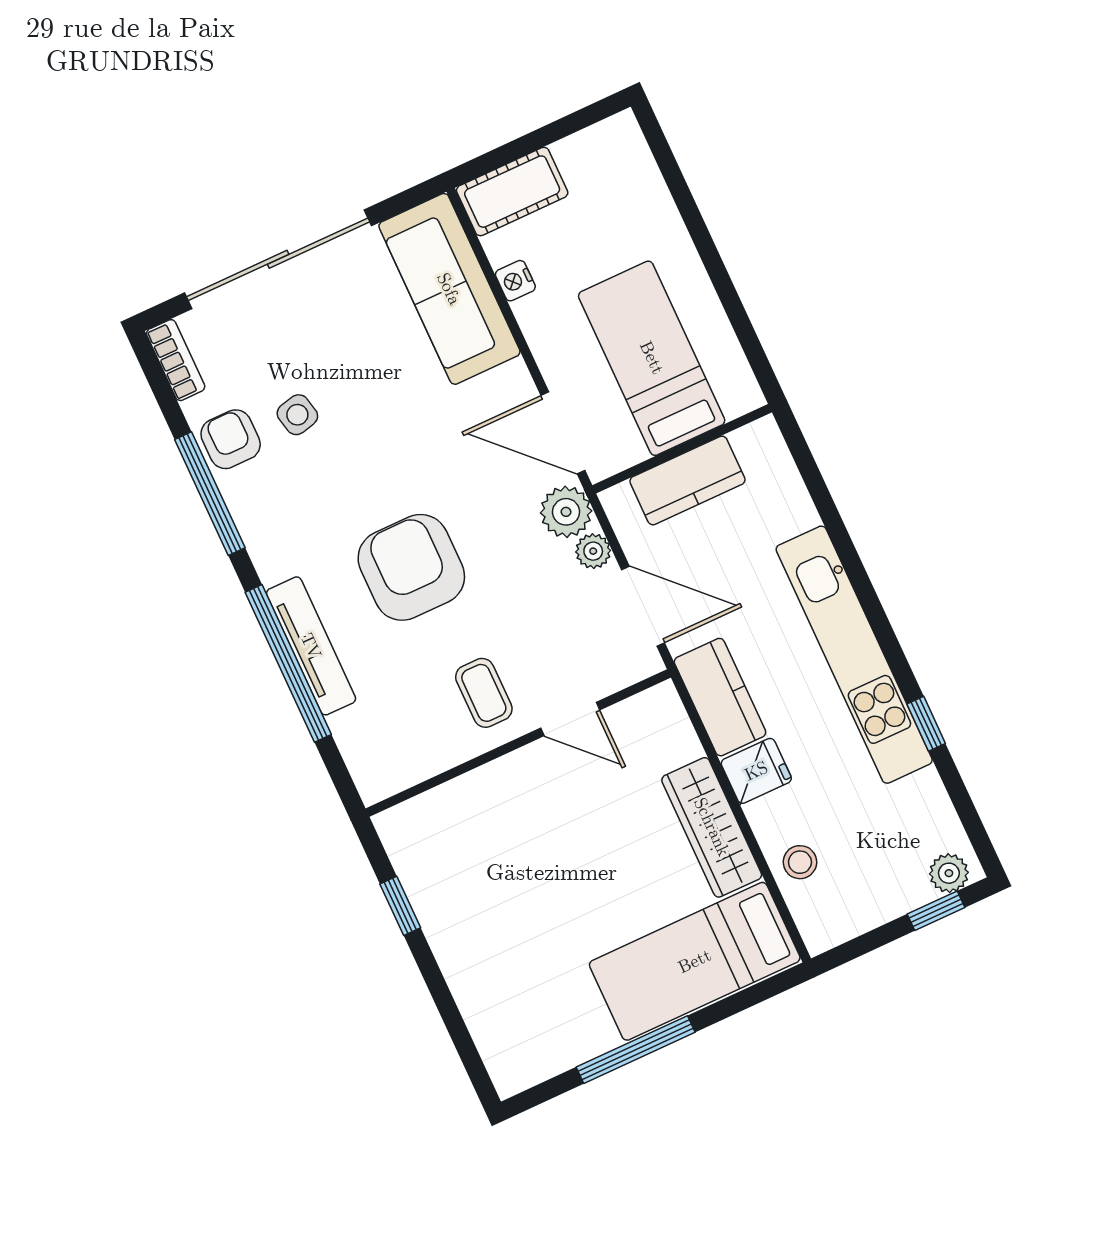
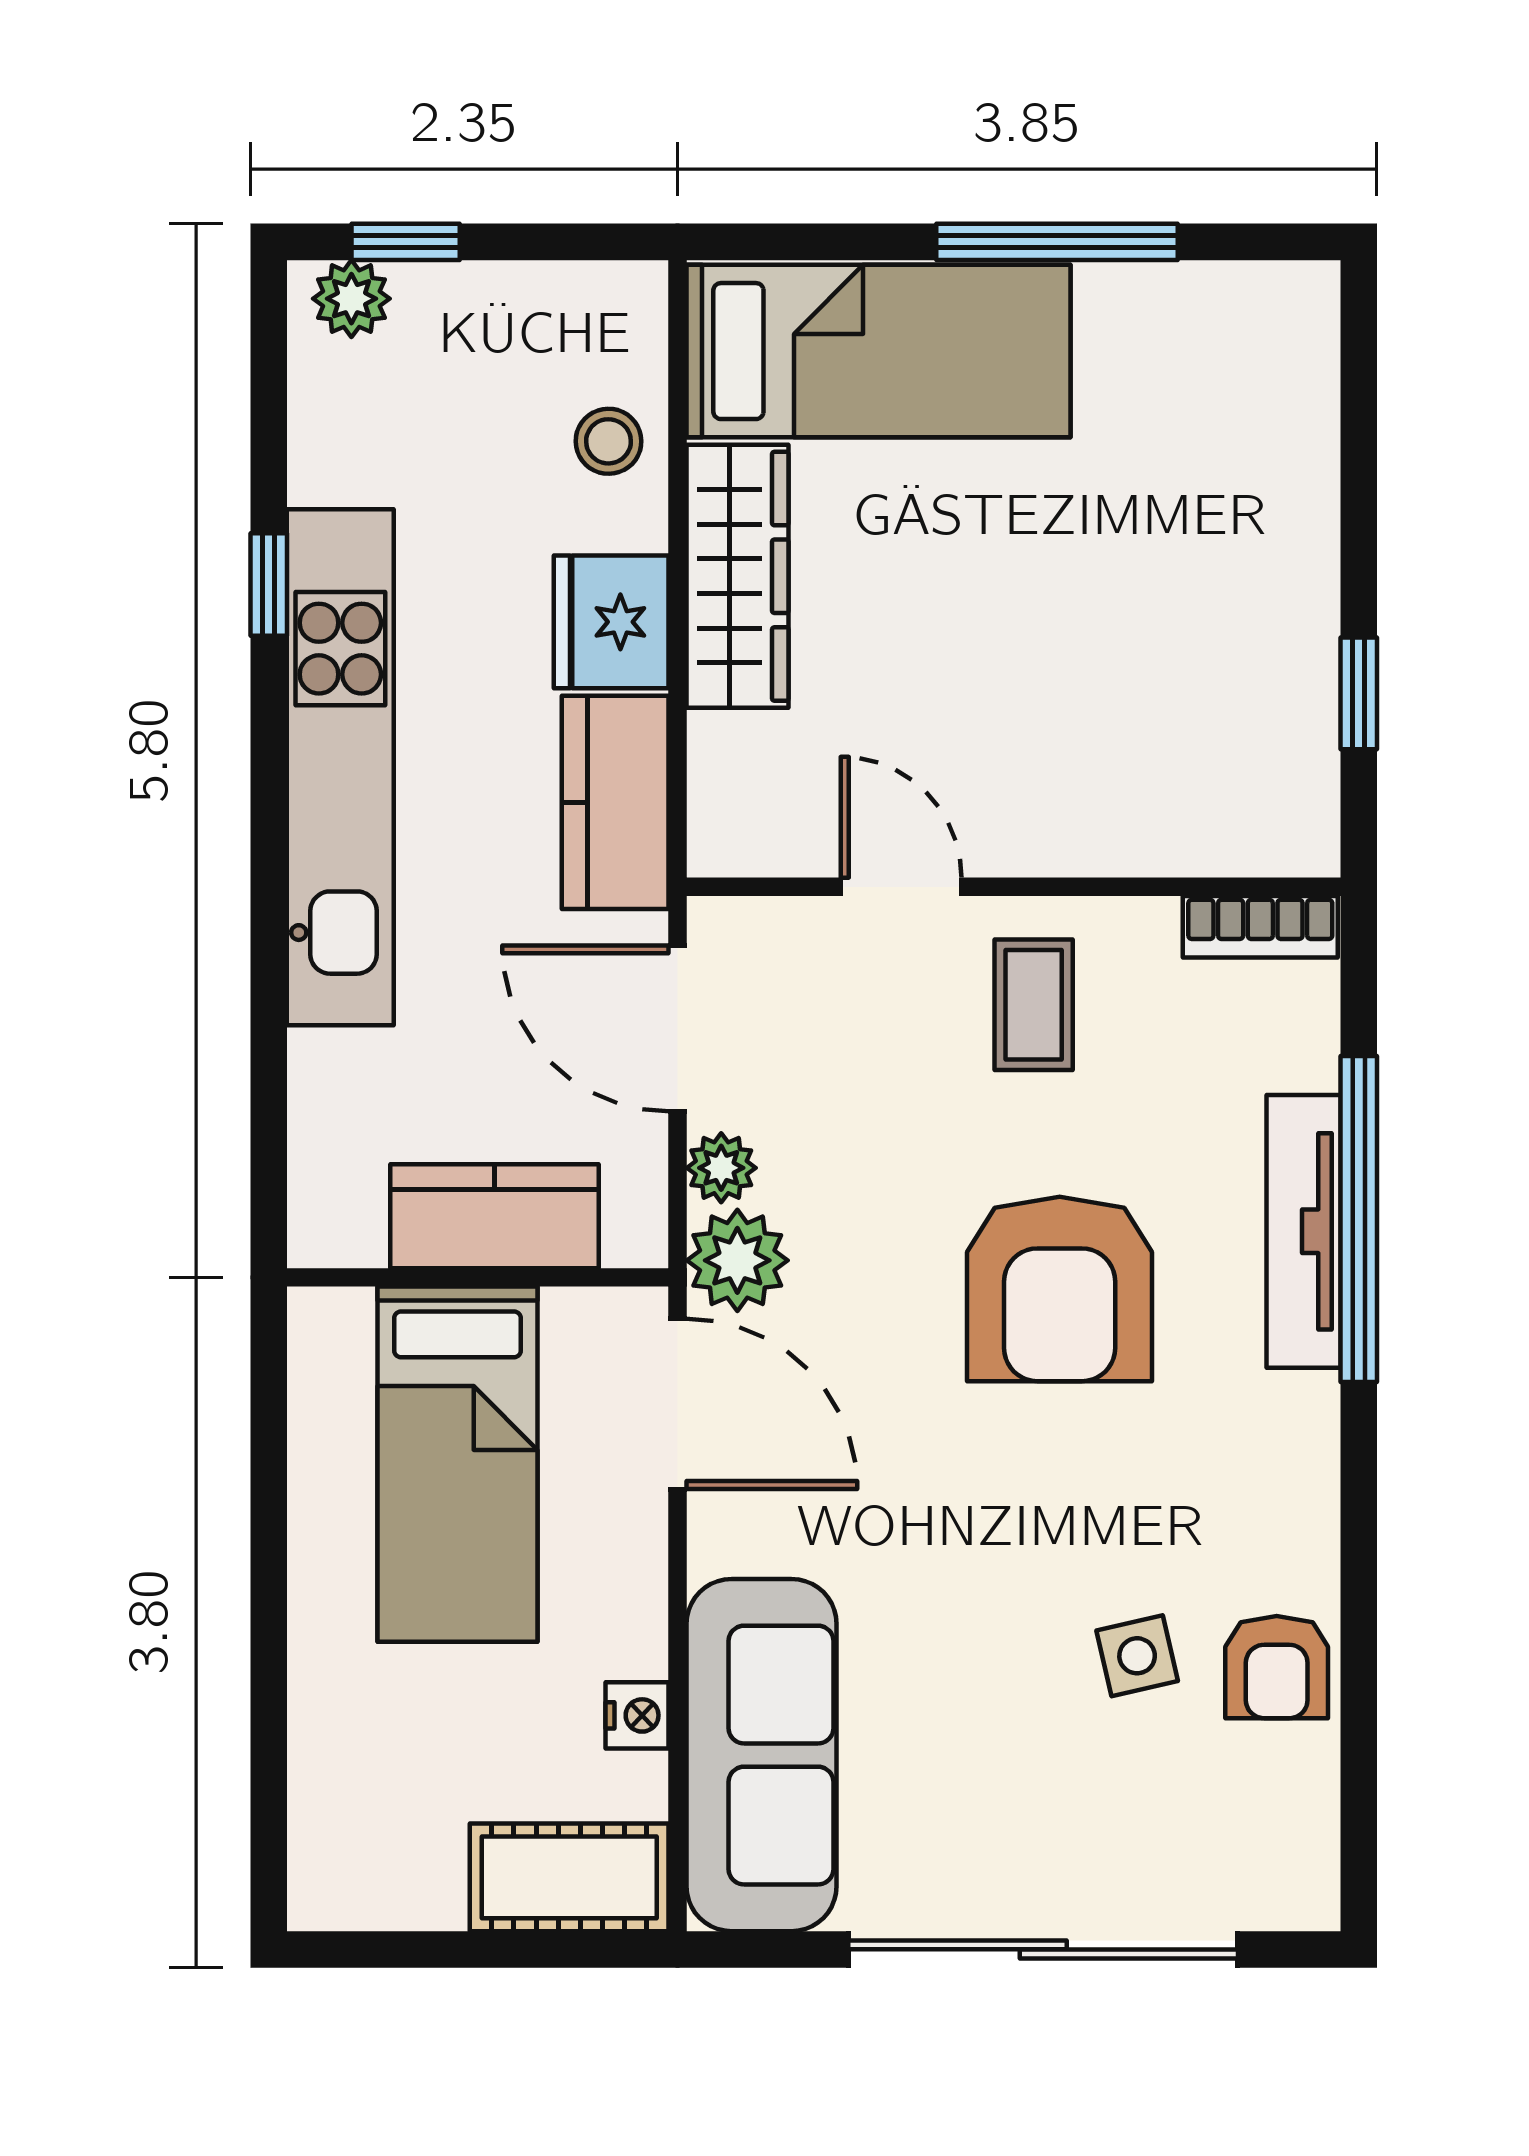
bookcase: (176, 360) -> (1260, 927), moved, turned -90
window: (210, 494) -> (1359, 1587), removed
fridge: (756, 771) -> (611, 622), width x1.38

